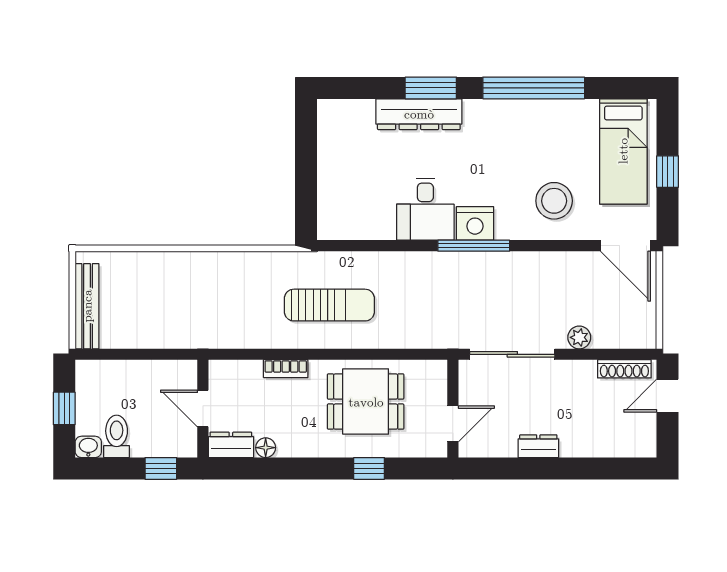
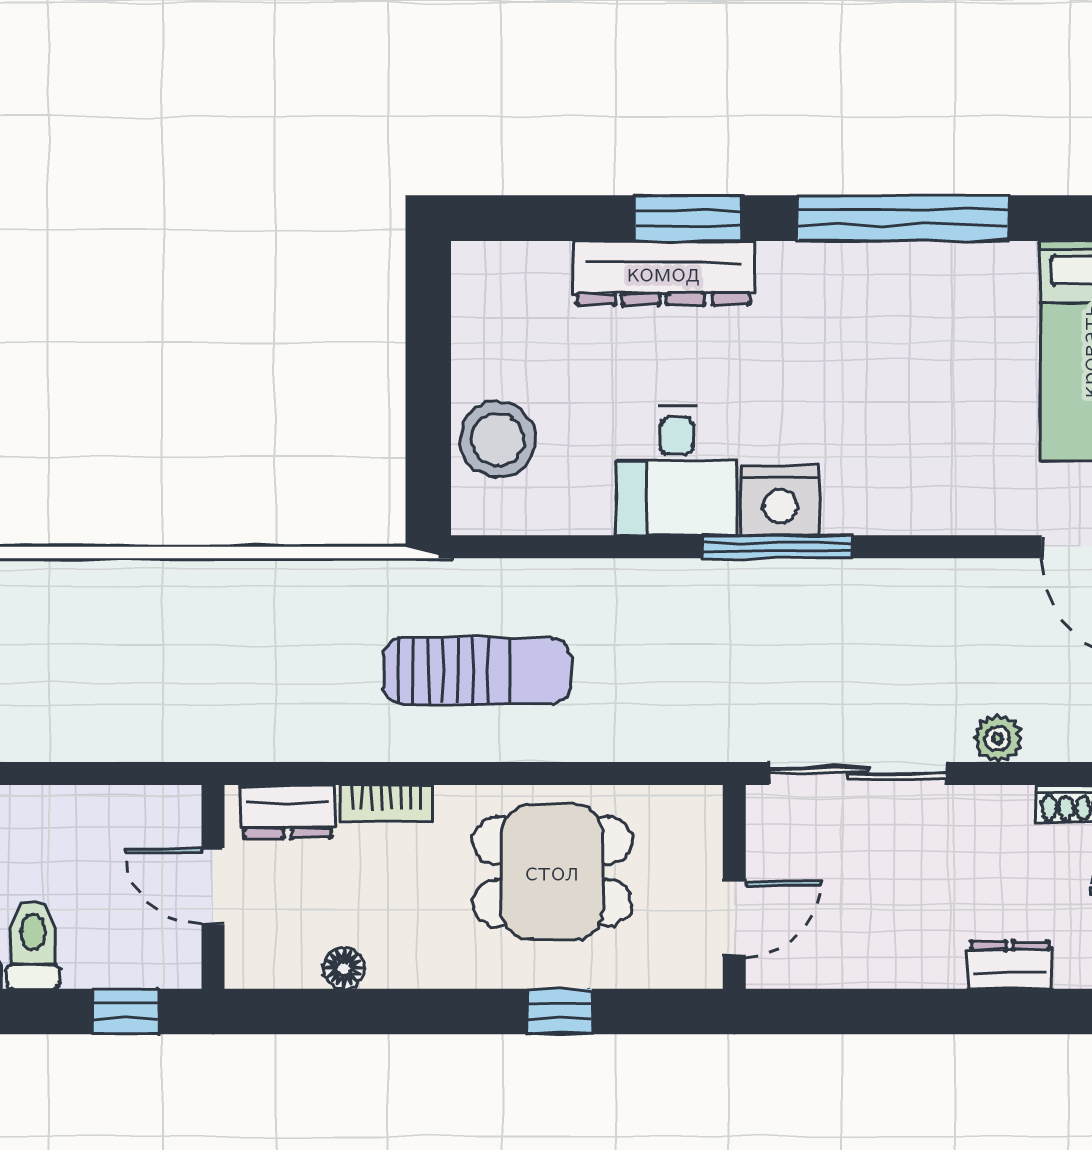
stool: (554, 201) -> (498, 439), moved
dresser: (231, 445) -> (288, 811), moved, turned 180
dresser: (538, 446) -> (1010, 965), moved

